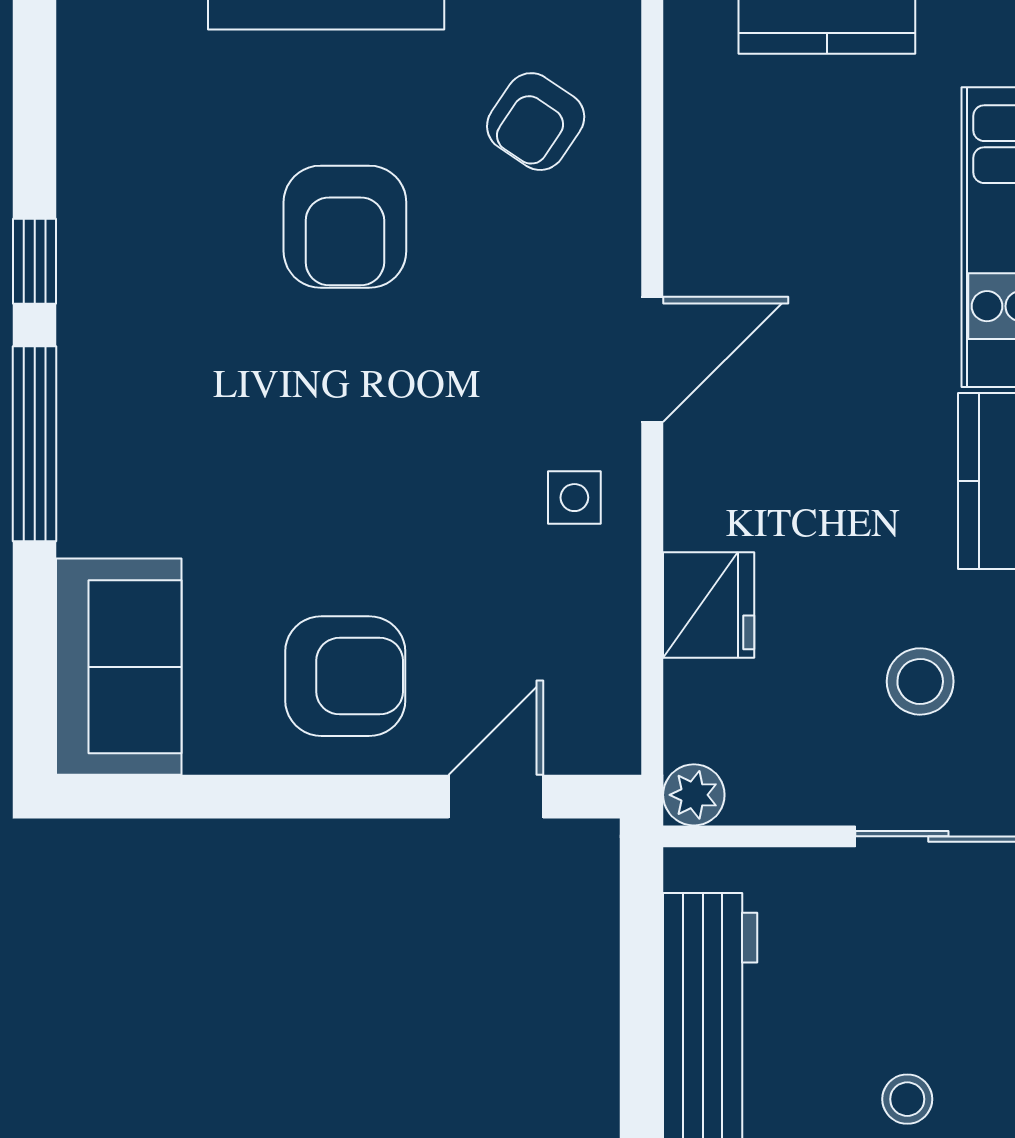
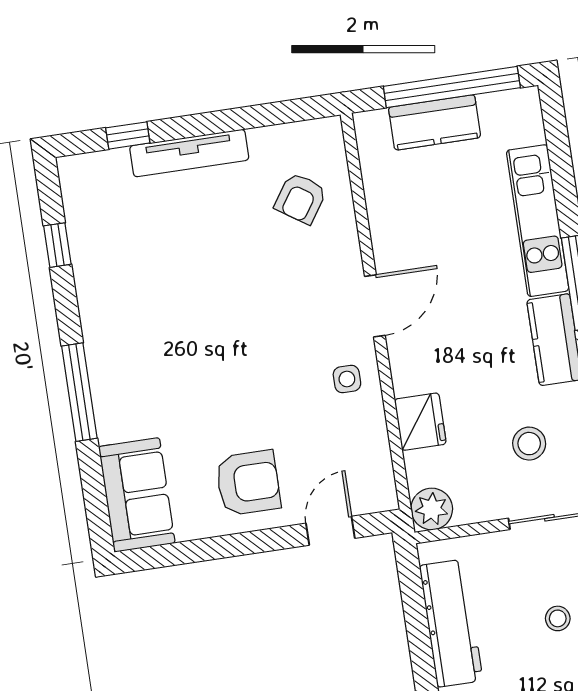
armchair: (345, 227) -> (215, 264), removed
window: (35, 261) -> (57, 245), moved
plant: (694, 795) -> (432, 509), width x1.38, depth x1.38
stool: (907, 1099) -> (558, 618), moved

